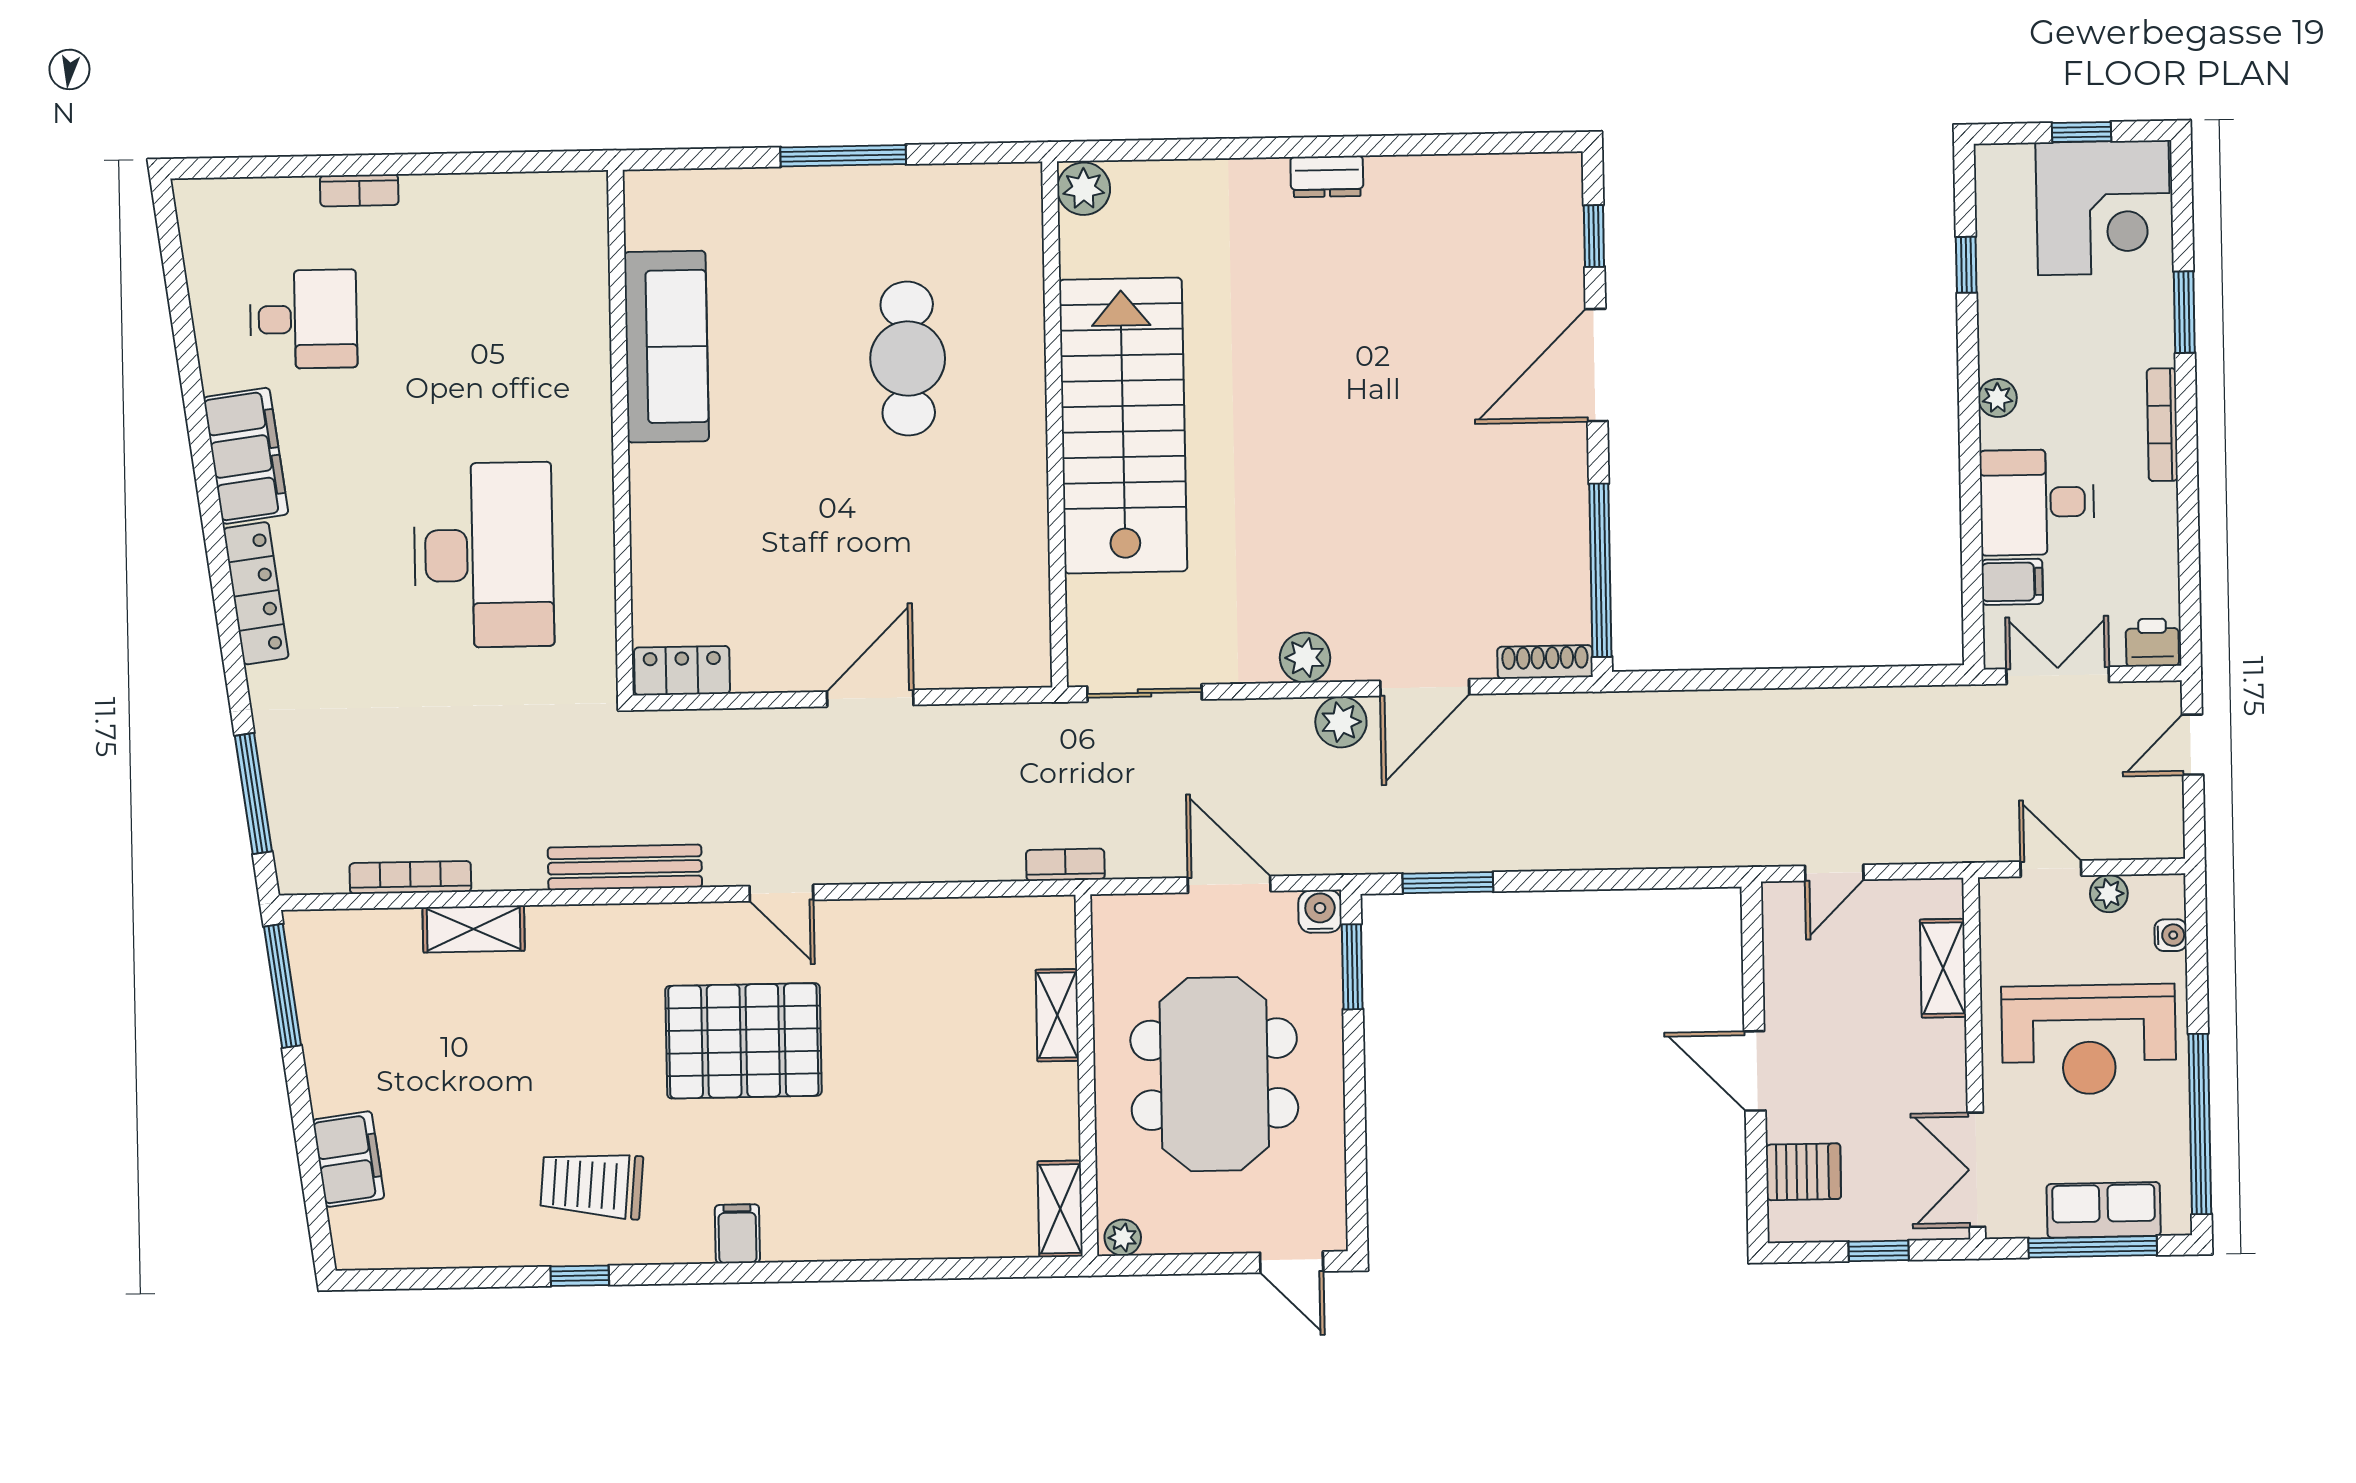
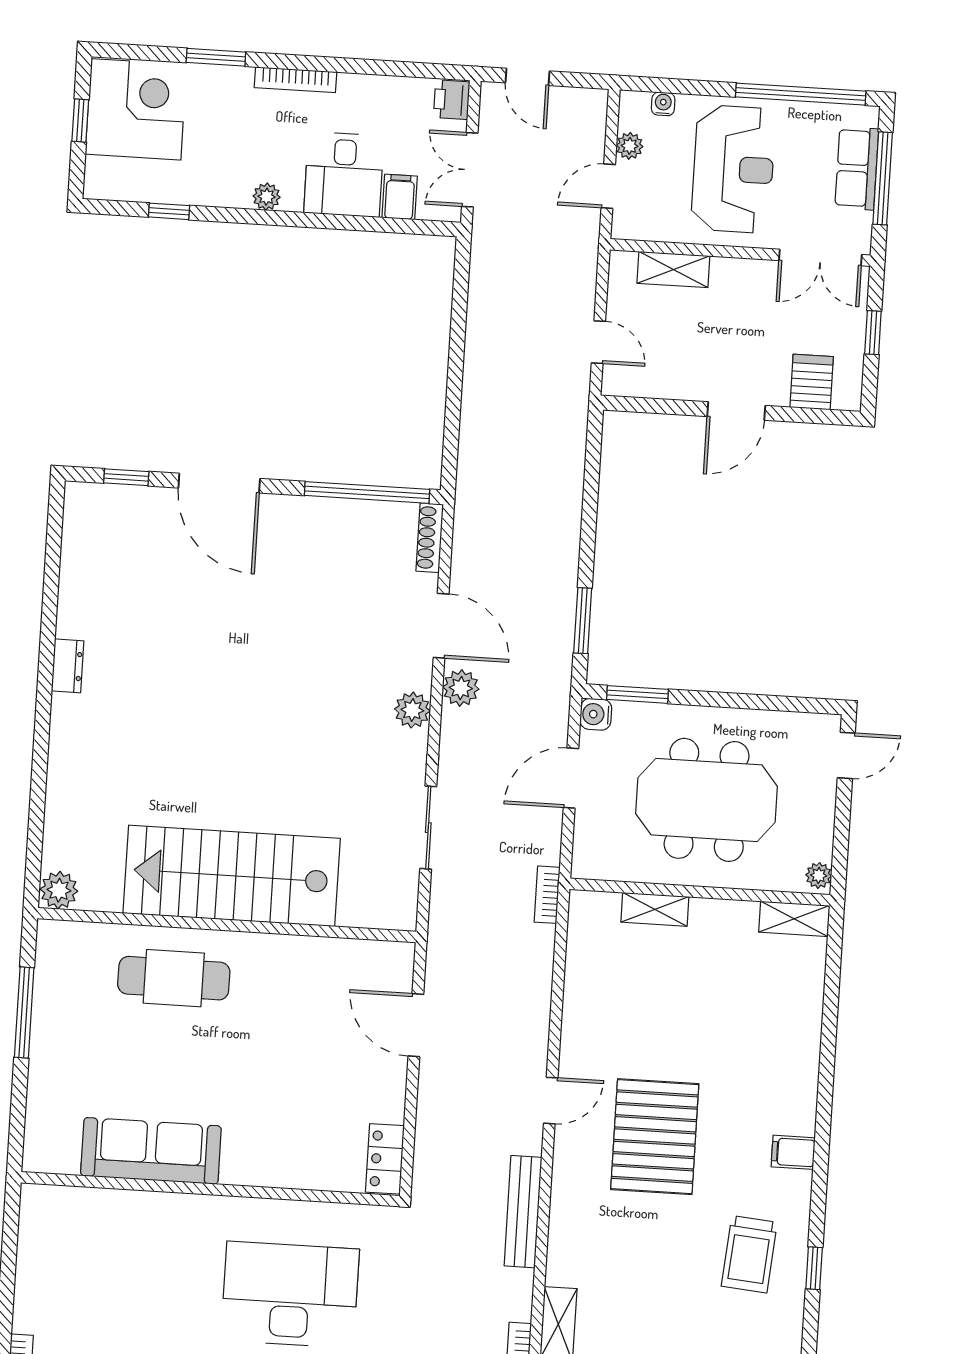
plant: (1084, 189) -> (59, 890), moved
wall: (1055, 424) -> (227, 925), moved
stairs: (1123, 426) -> (232, 876), moved

